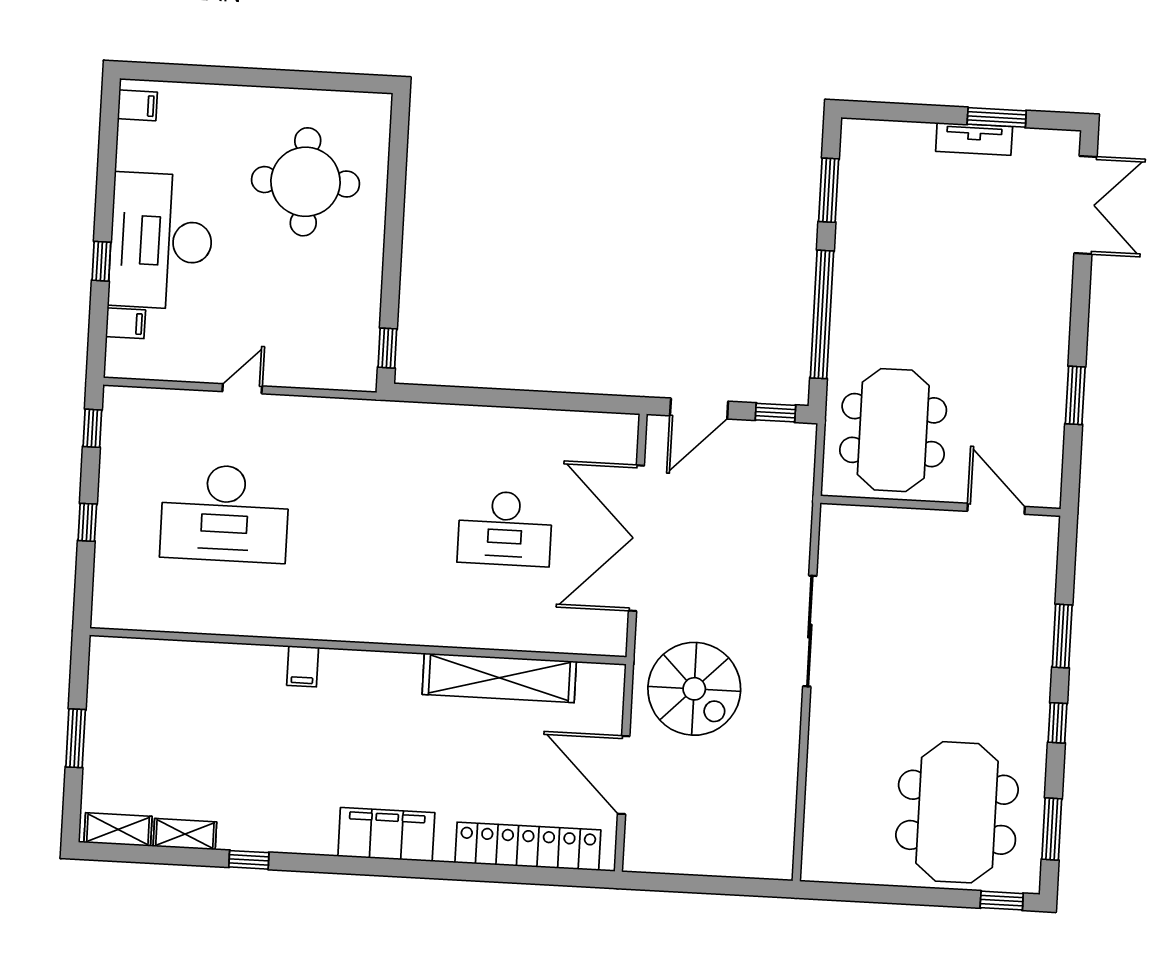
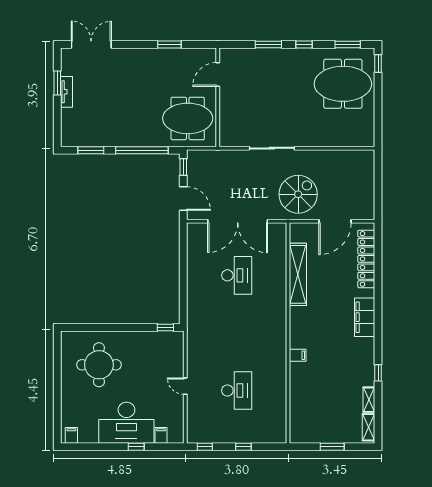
desk: (225, 513) -> (237, 391), width x0.73, depth x0.77

